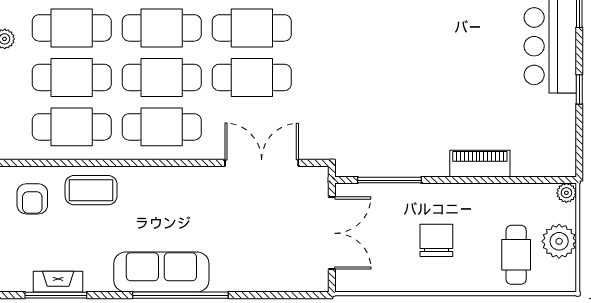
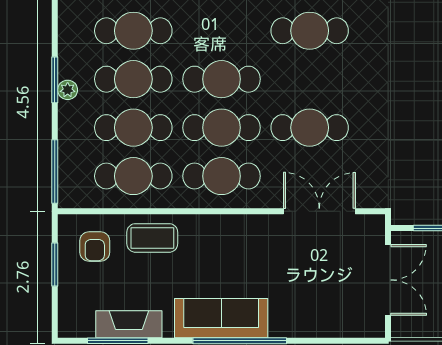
cafe table: (252, 28) -> (310, 79), removed
fireplace: (58, 282) -> (129, 324), width x1.37, depth x1.32

